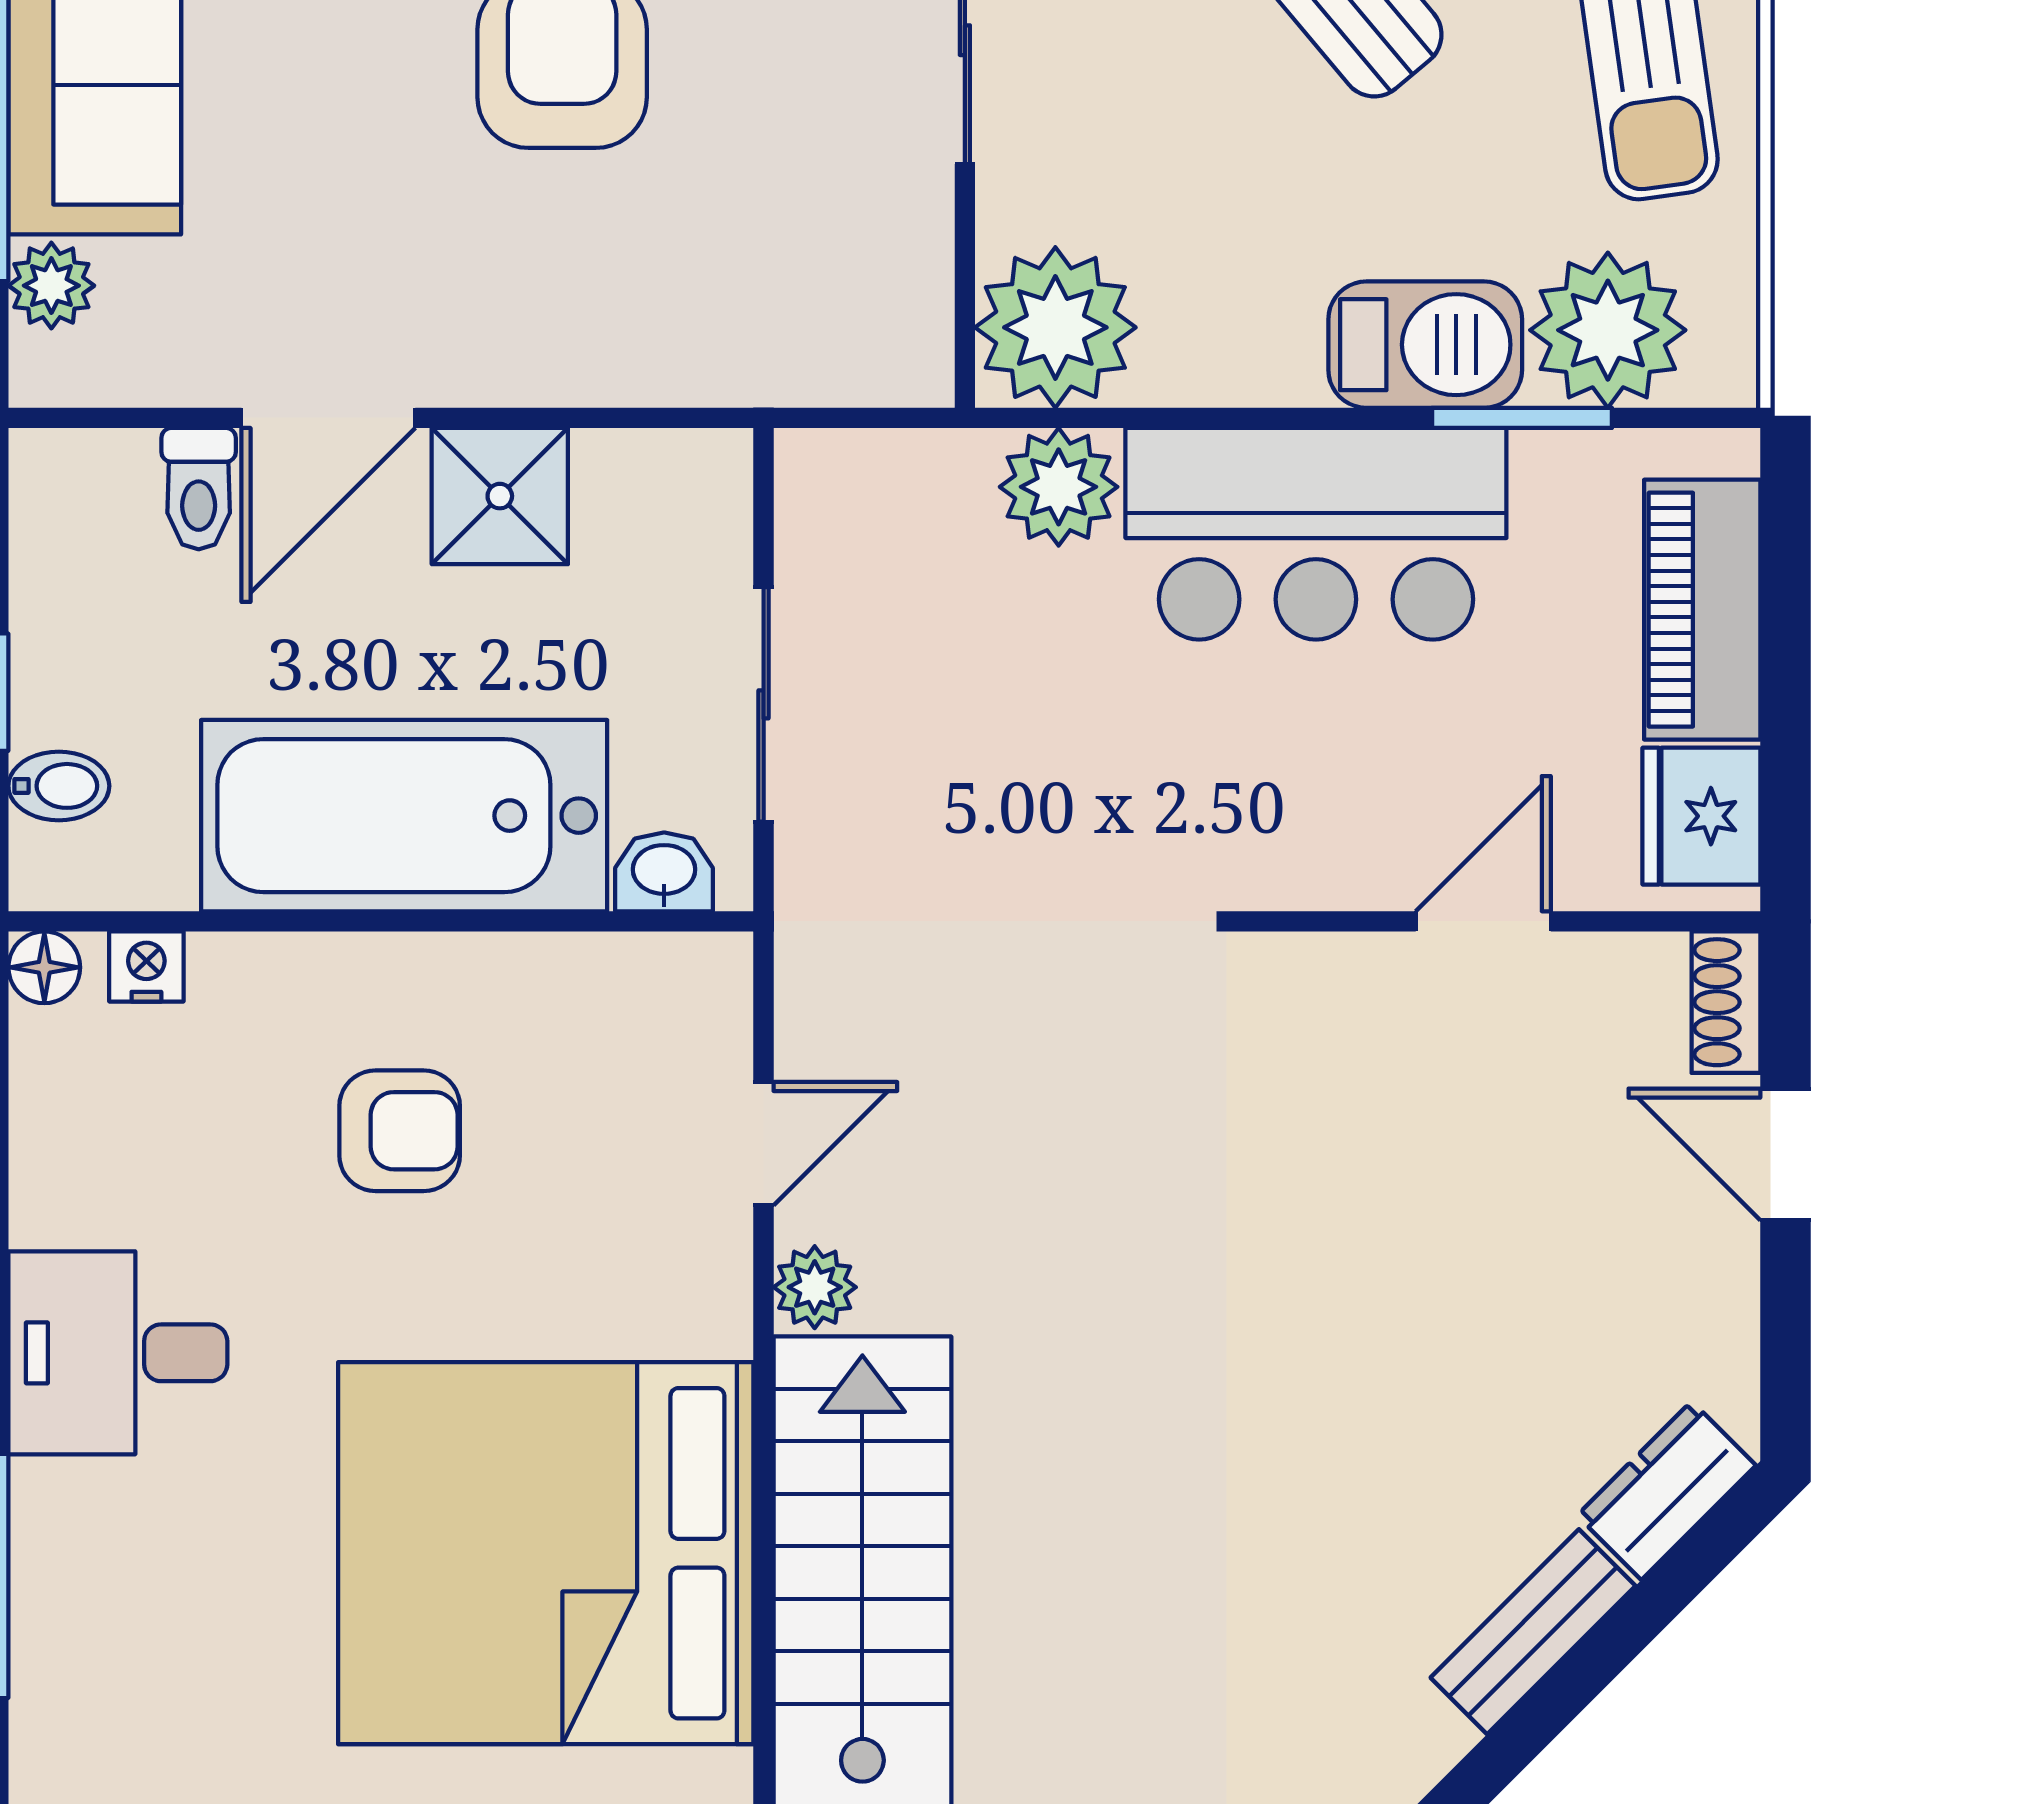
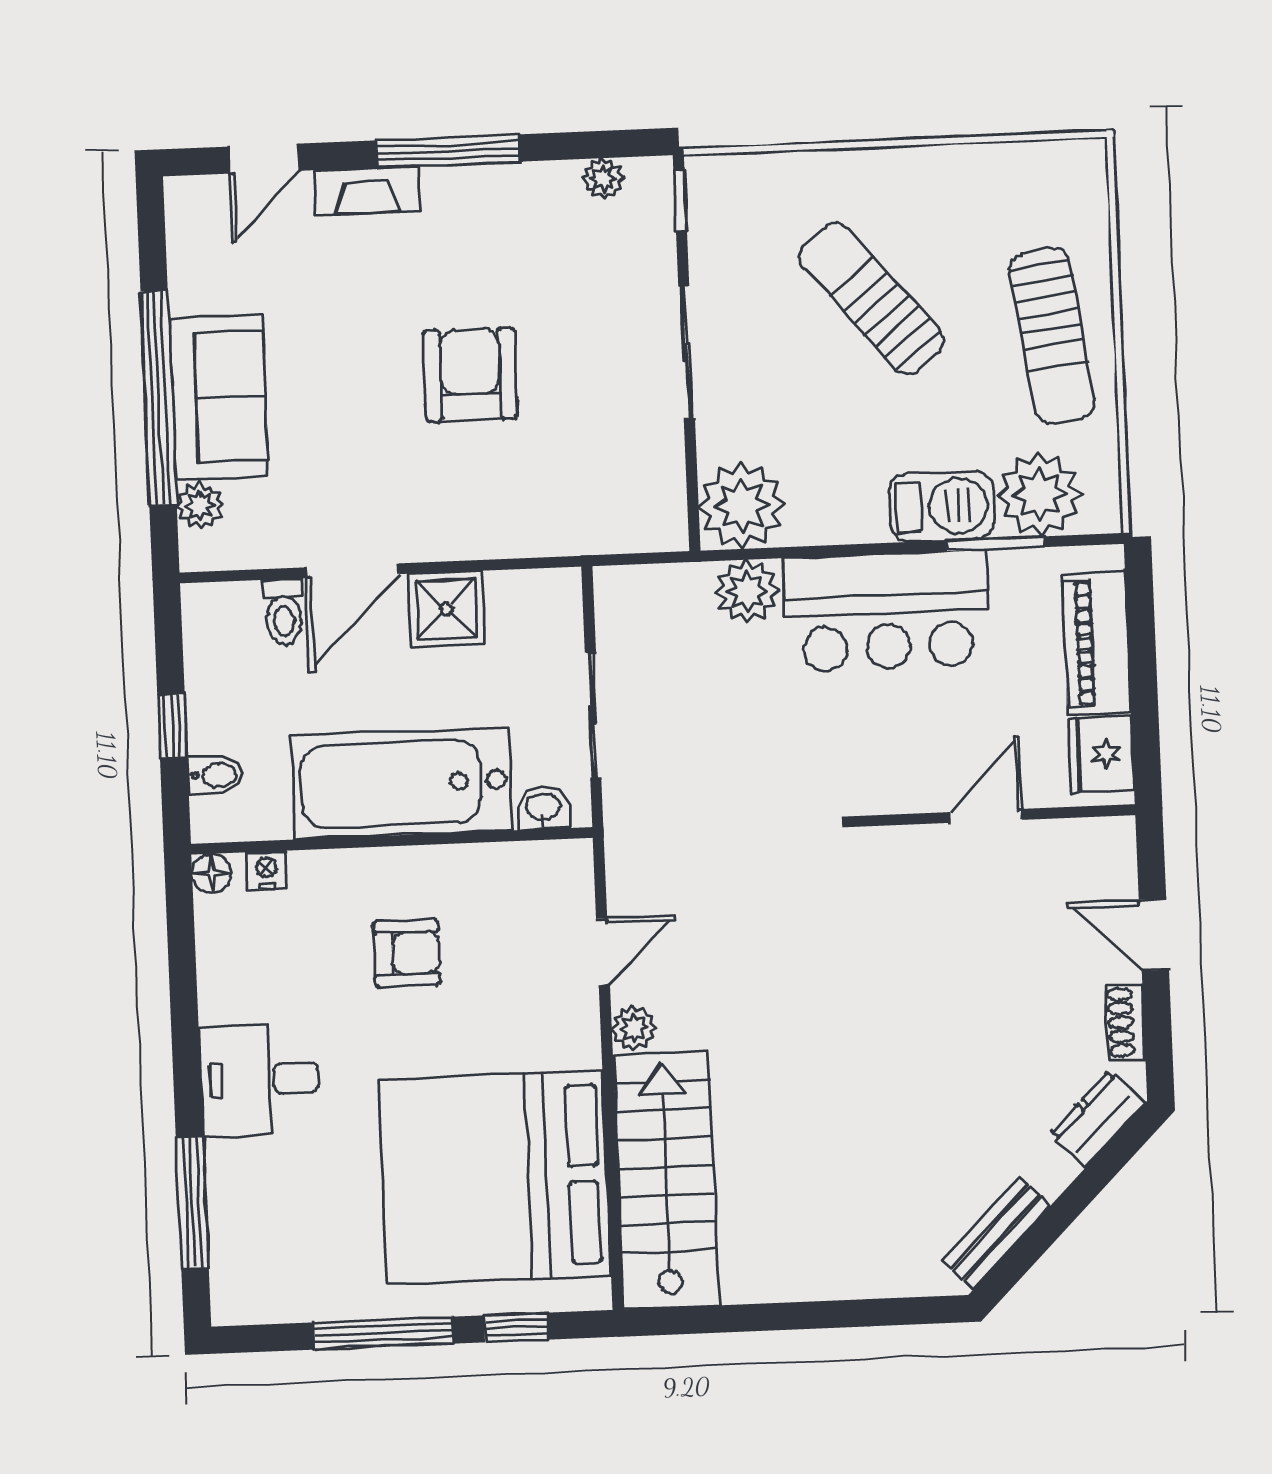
shoe rack: (1726, 1002) -> (1125, 1022), moved
bench: (1533, 1632) -> (996, 1233), moved

